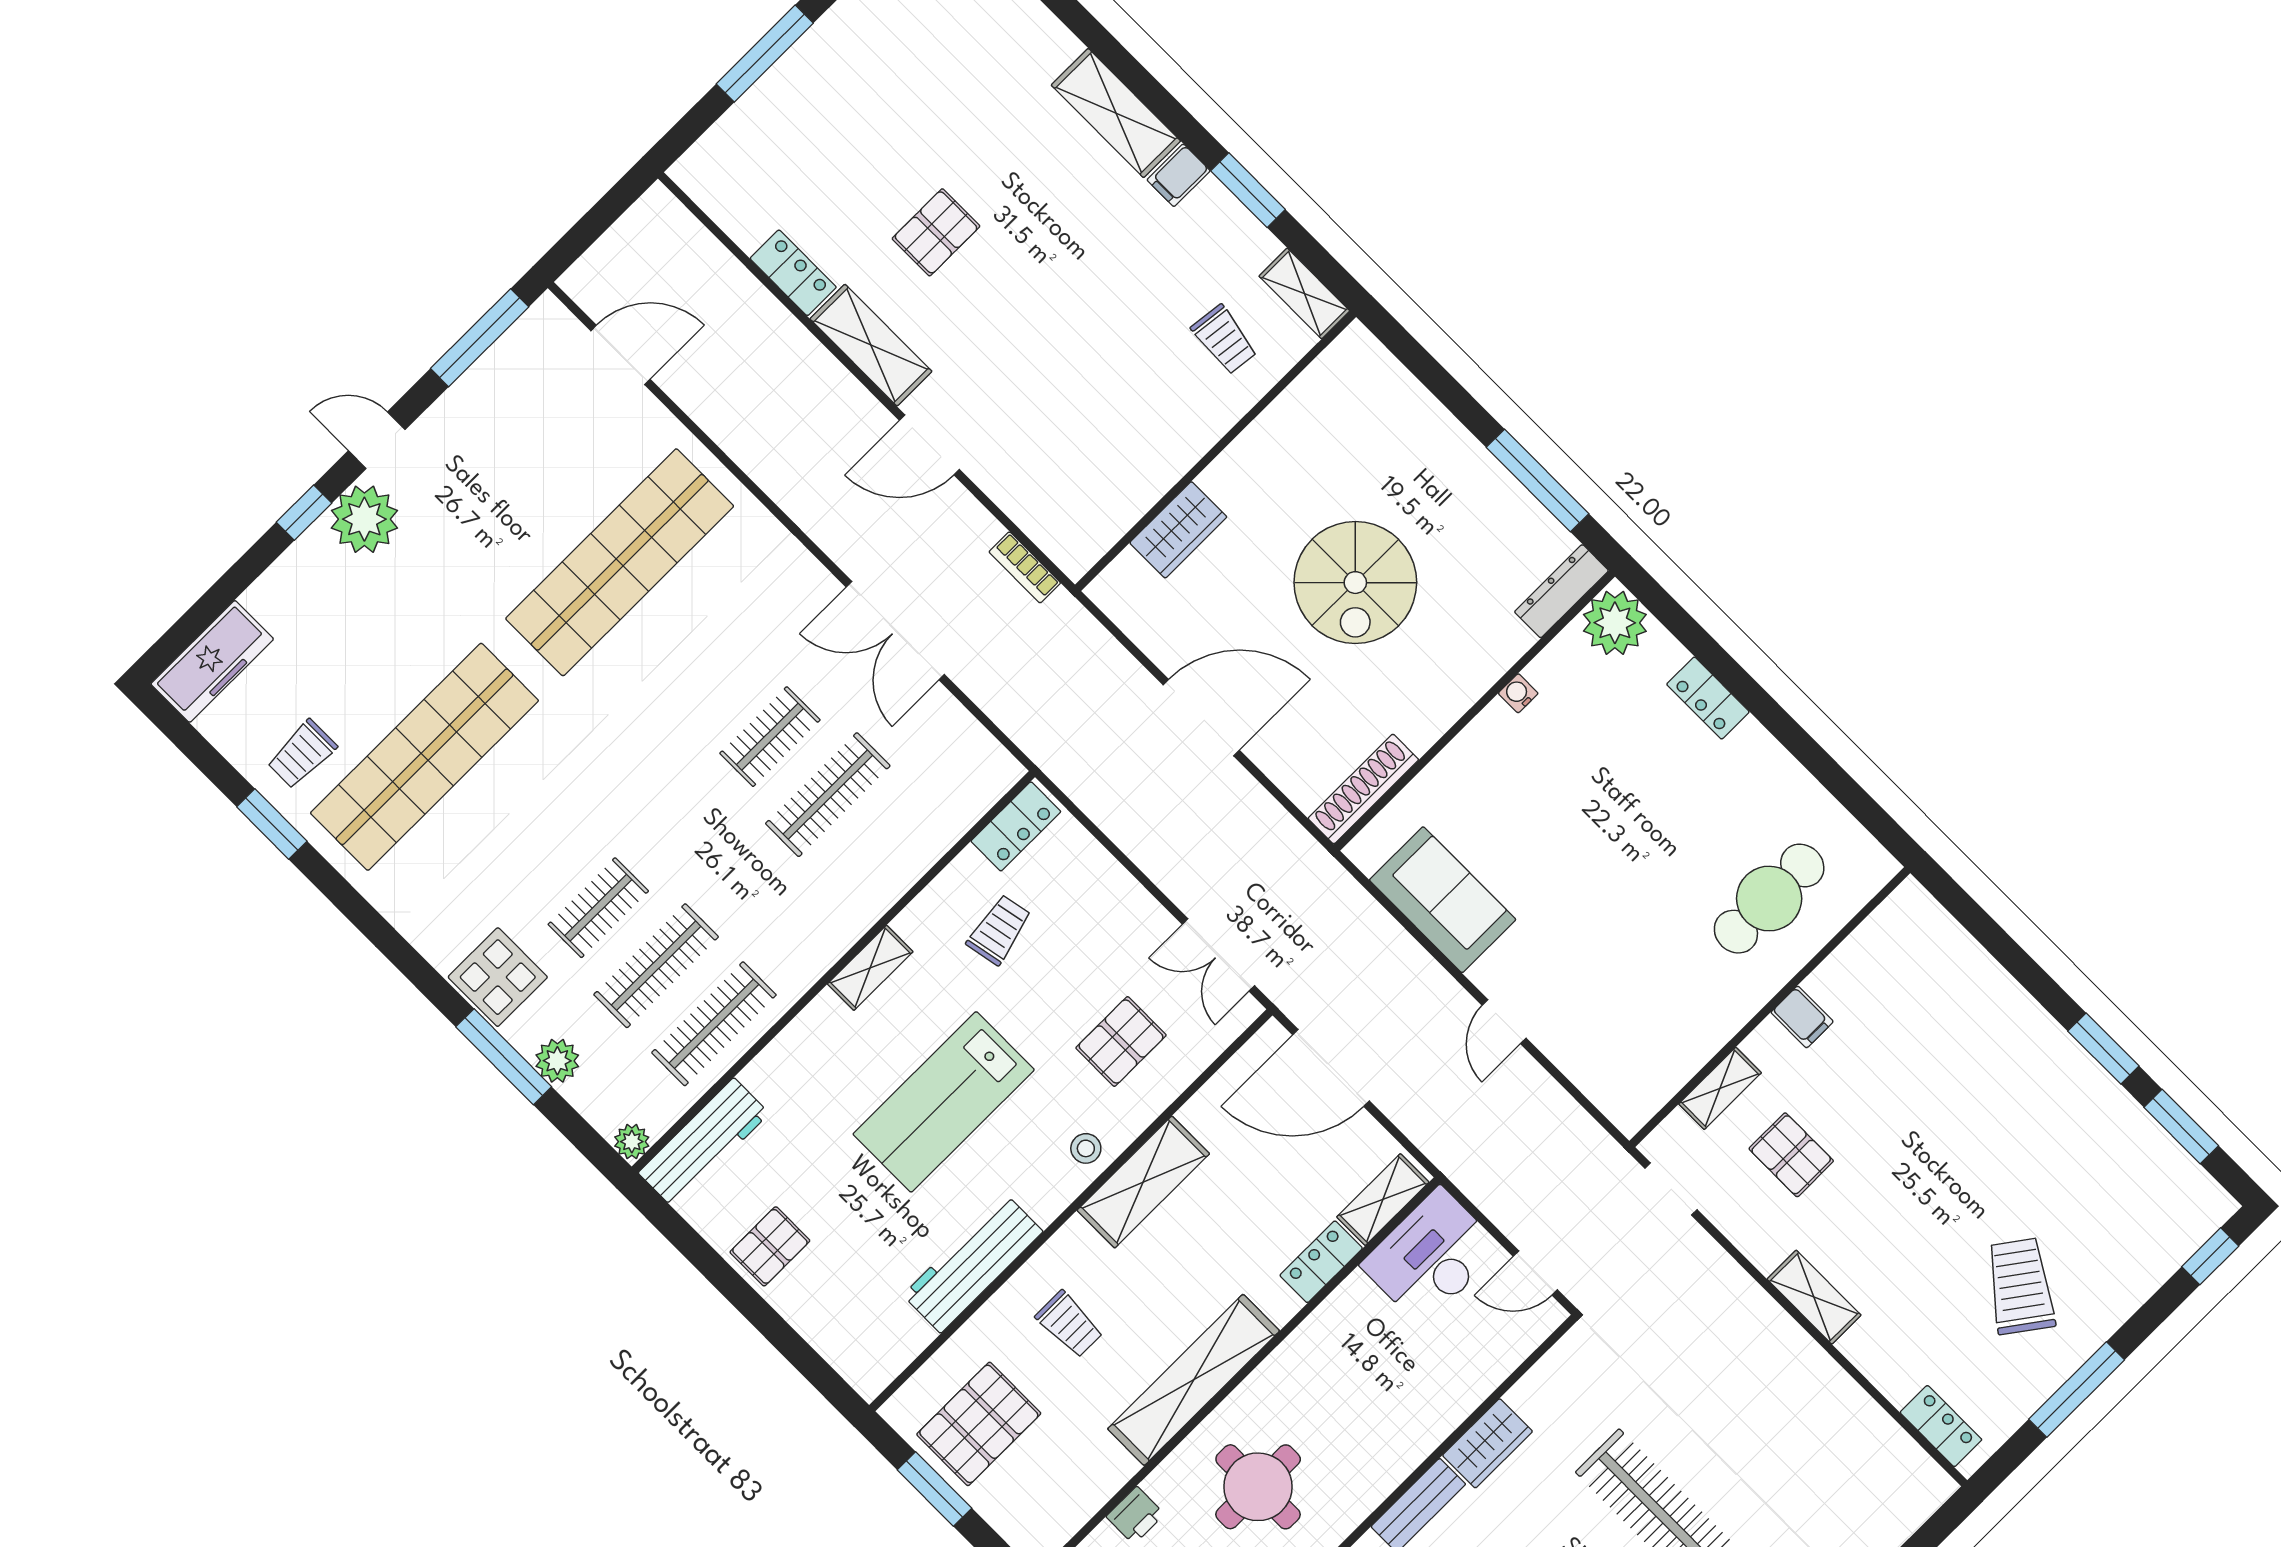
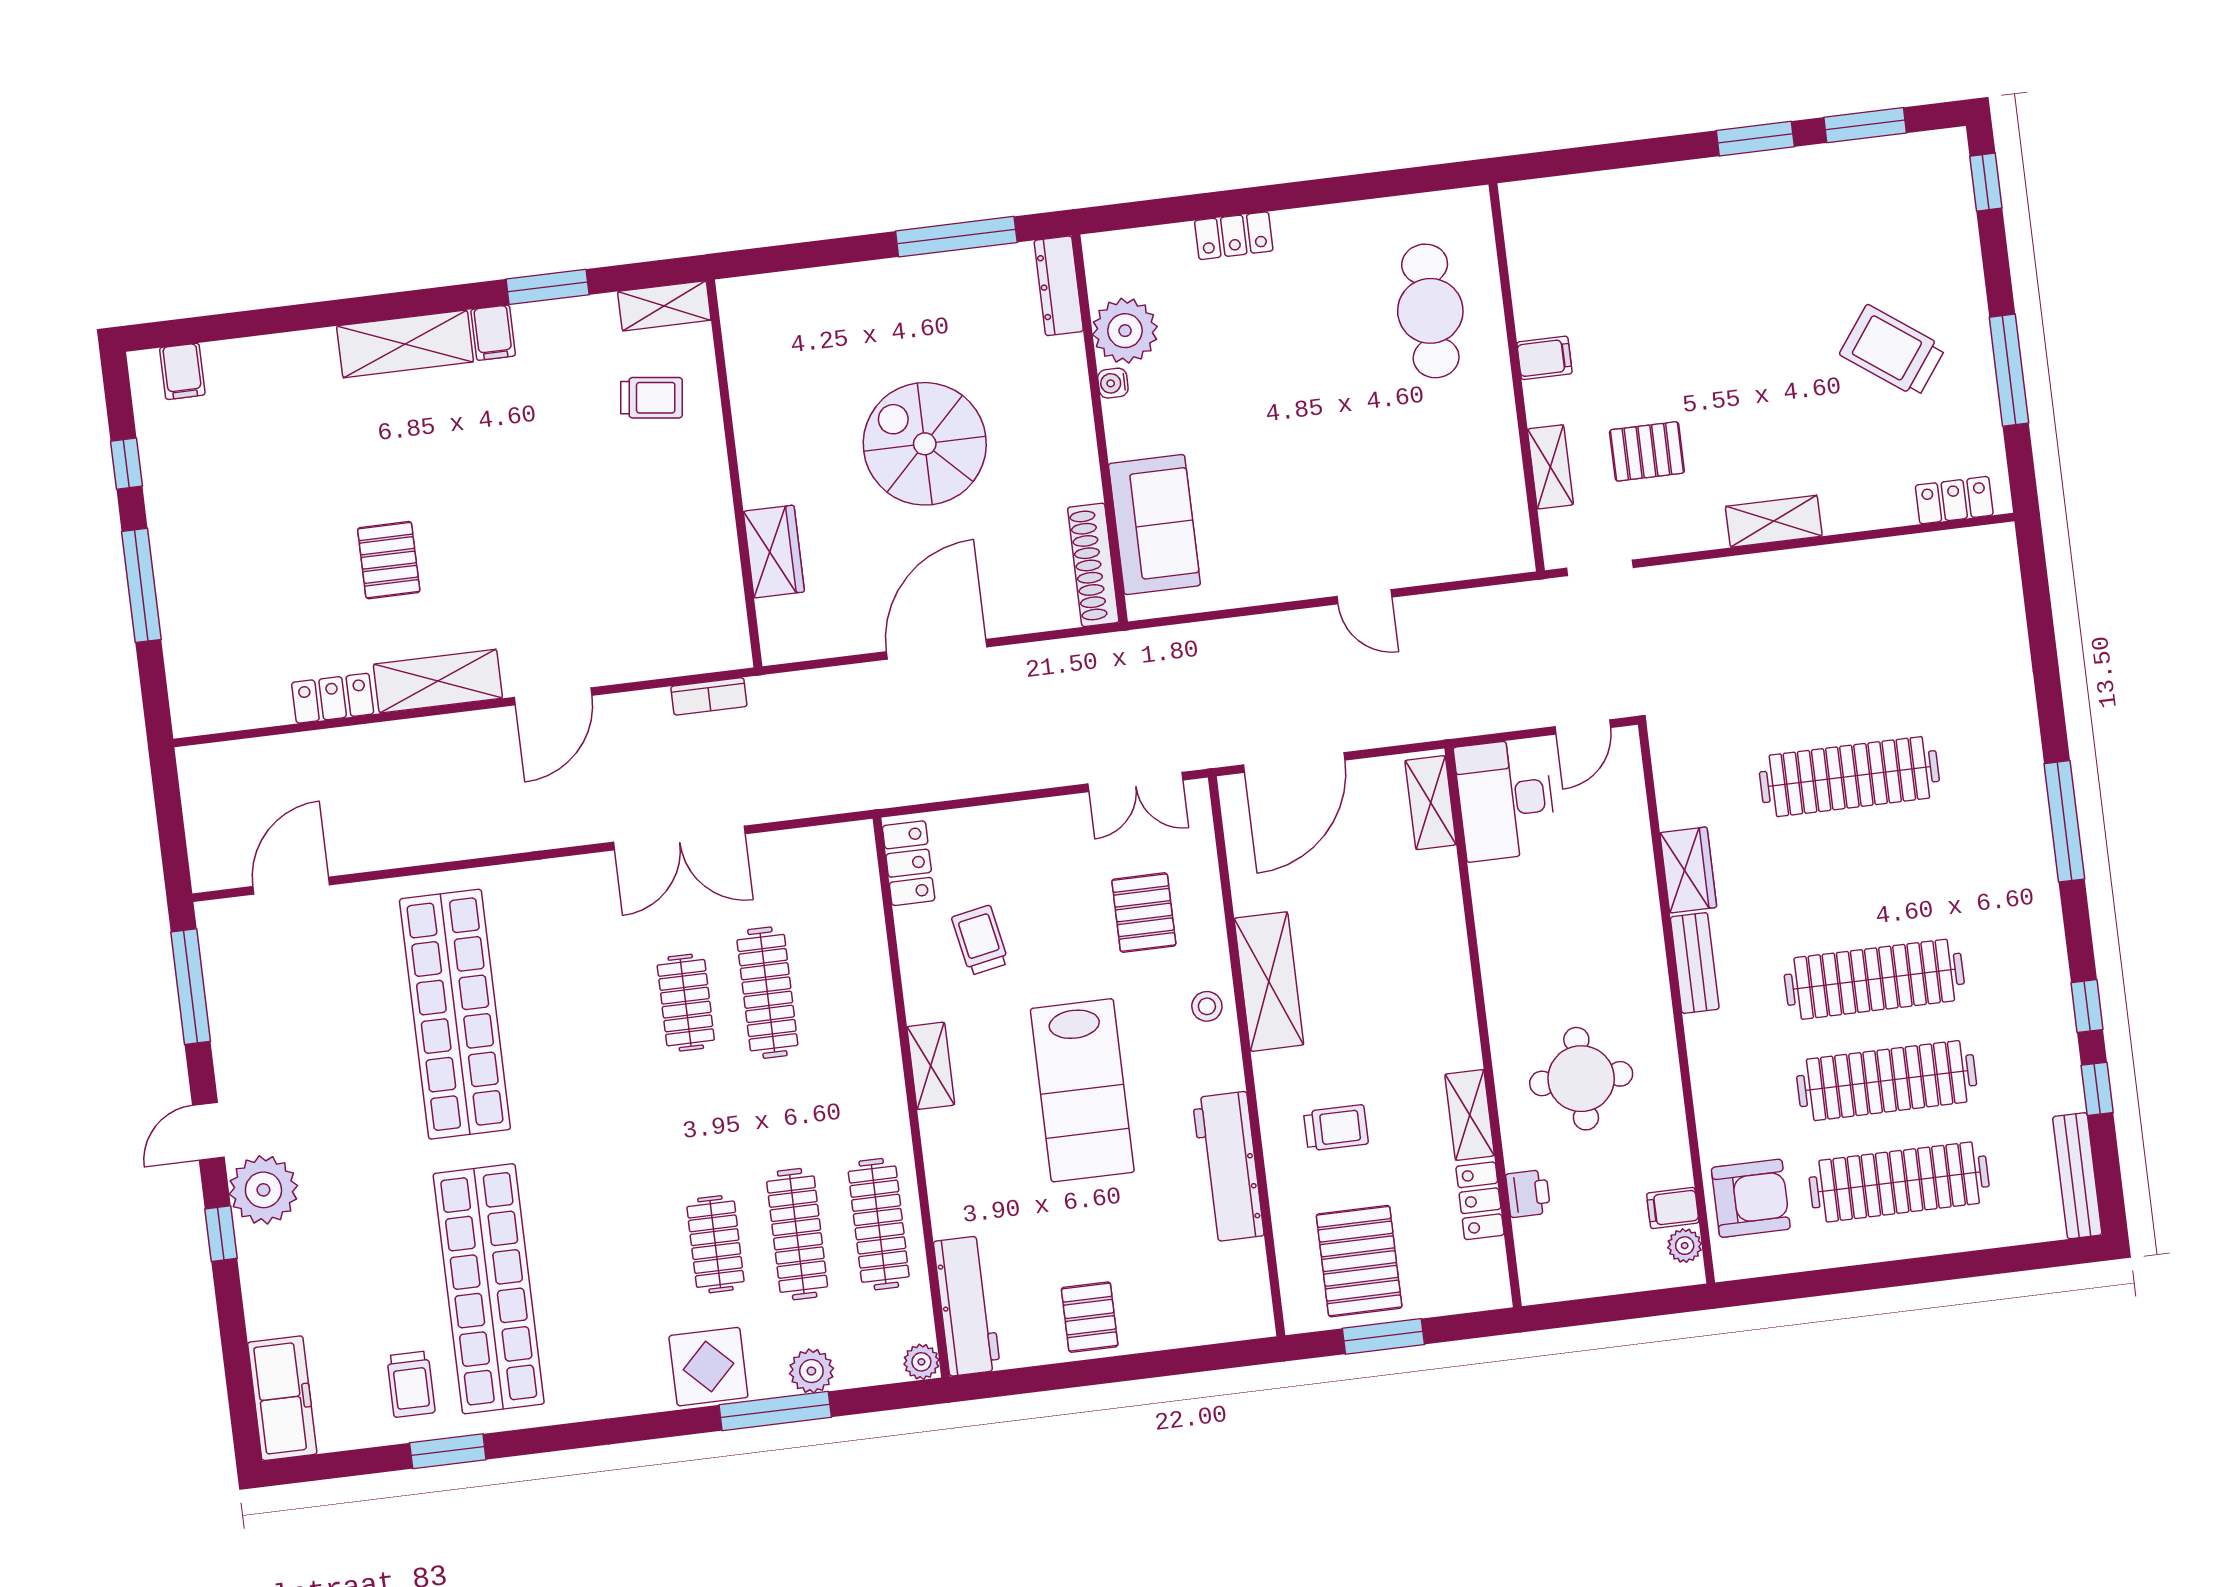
spiral stairs: (1355, 583) -> (925, 444), turned 180
plant: (1615, 623) -> (1125, 331), moved
sofa: (1443, 900) -> (1154, 525), moved, turned 90
locker: (1321, 1262) -> (1480, 1201), moved
shelving: (1194, 1380) -> (1470, 1115), width x0.45, depth x0.75

